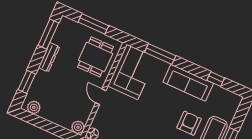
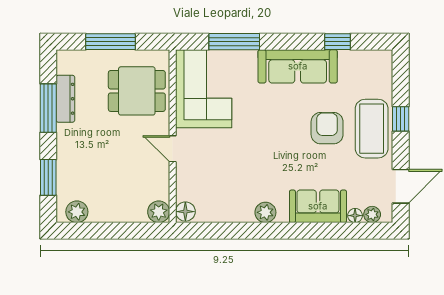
window: (48, 34) -> (48, 108), moved
dresser: (49, 57) -> (65, 99), moved
dining table: (96, 57) -> (137, 91), turned 90

